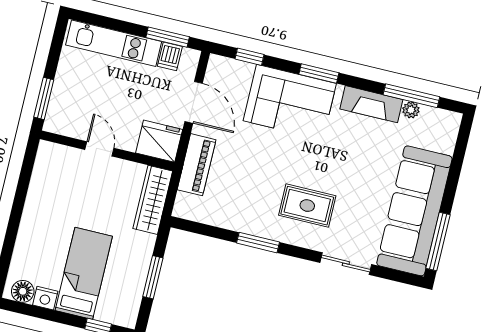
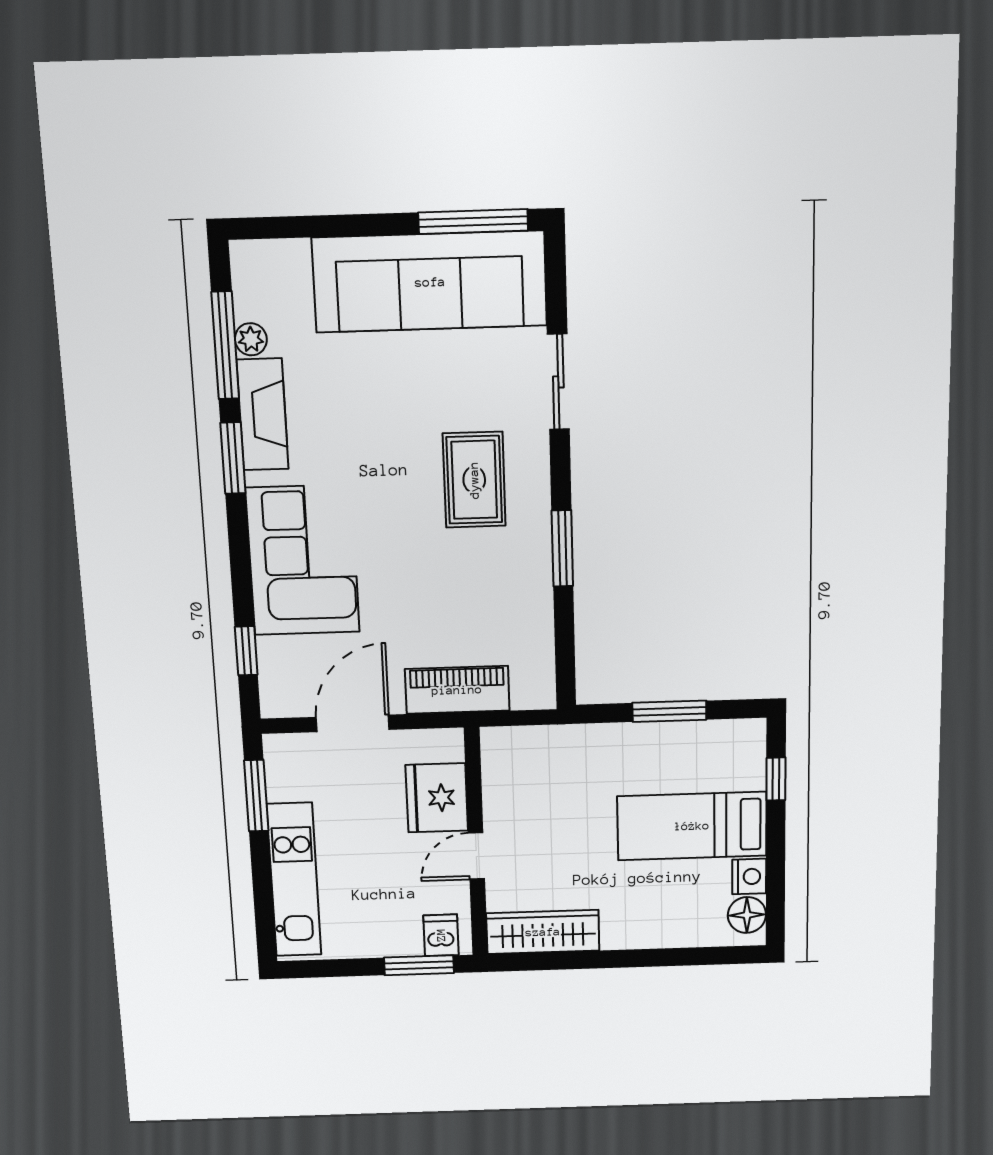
dishwasher: (170, 56) -> (441, 935), moved, turned -90
window: (319, 73) -> (233, 458), moved
fridge: (159, 141) -> (437, 798), moved
wardrobe: (153, 200) -> (543, 932), moved, turned 180

